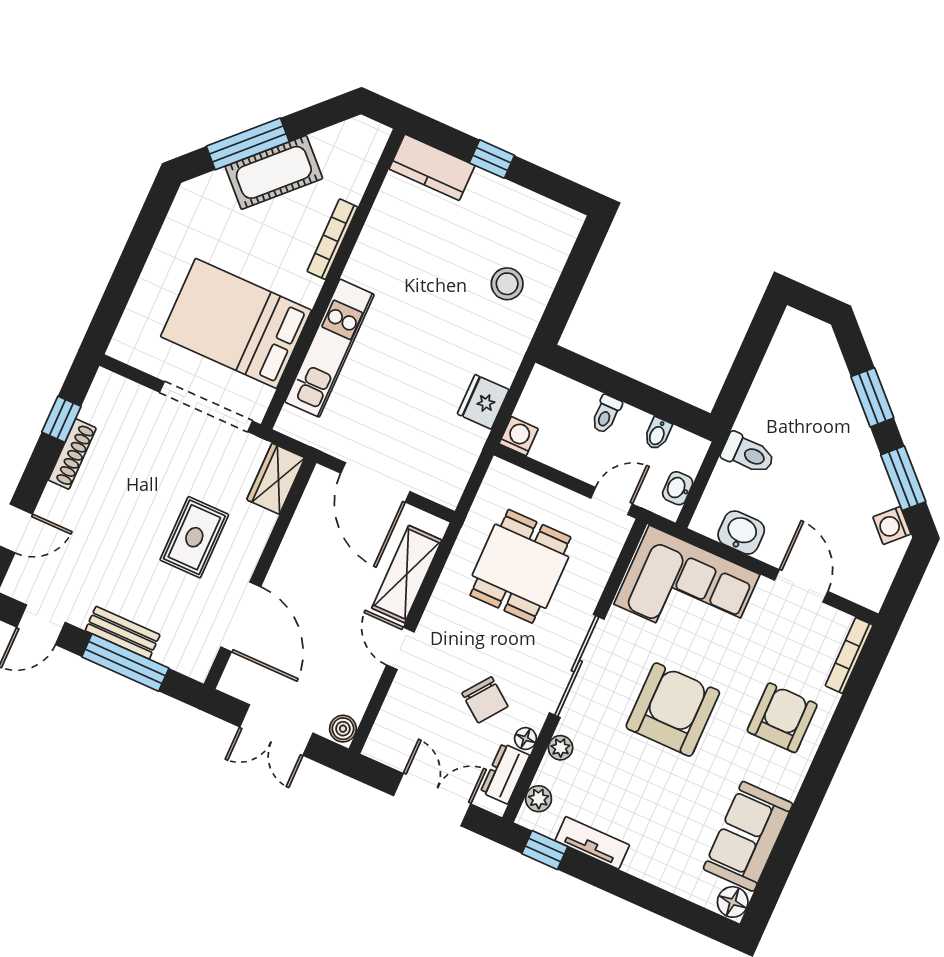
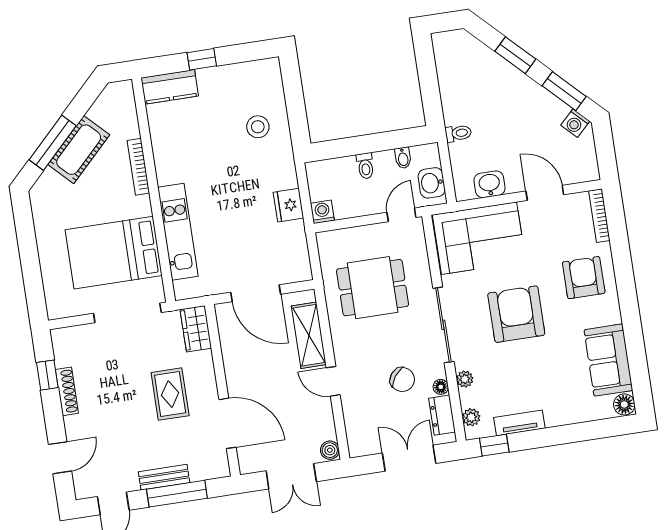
toilet: (748, 454) -> (458, 133), width x0.73, depth x0.72
washbasin: (678, 488) -> (432, 183), width x1.38, depth x1.45
dining table: (520, 566) -> (373, 288), turned 90

